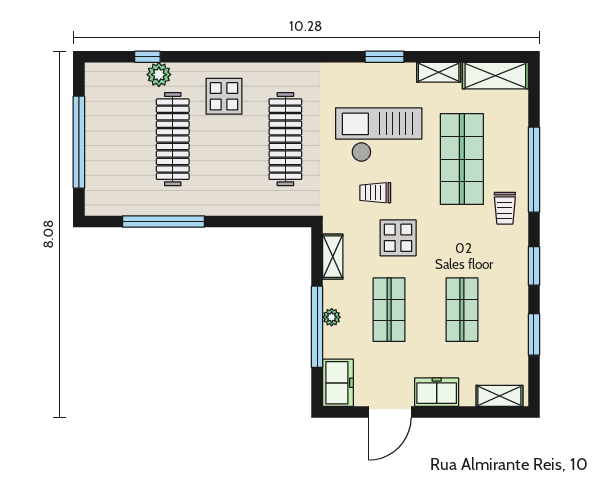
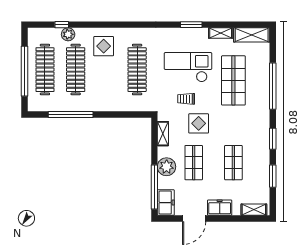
clothes rail: (116, 139) -> (45, 70), added
trolley: (505, 208) -> (257, 107), removed
plant: (332, 317) -> (167, 167), width x1.88, depth x1.88
window: (317, 327) -> (154, 187), moved

